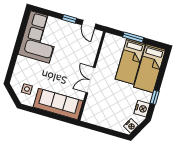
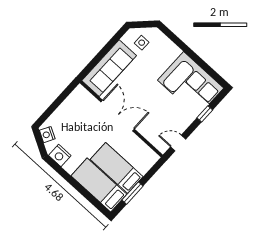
window: (69, 19) -> (205, 114), moved
window: (133, 37) -> (132, 193), moved
double door: (91, 80) -> (118, 116), width x1.37
window: (155, 97) -> (65, 175), removed

